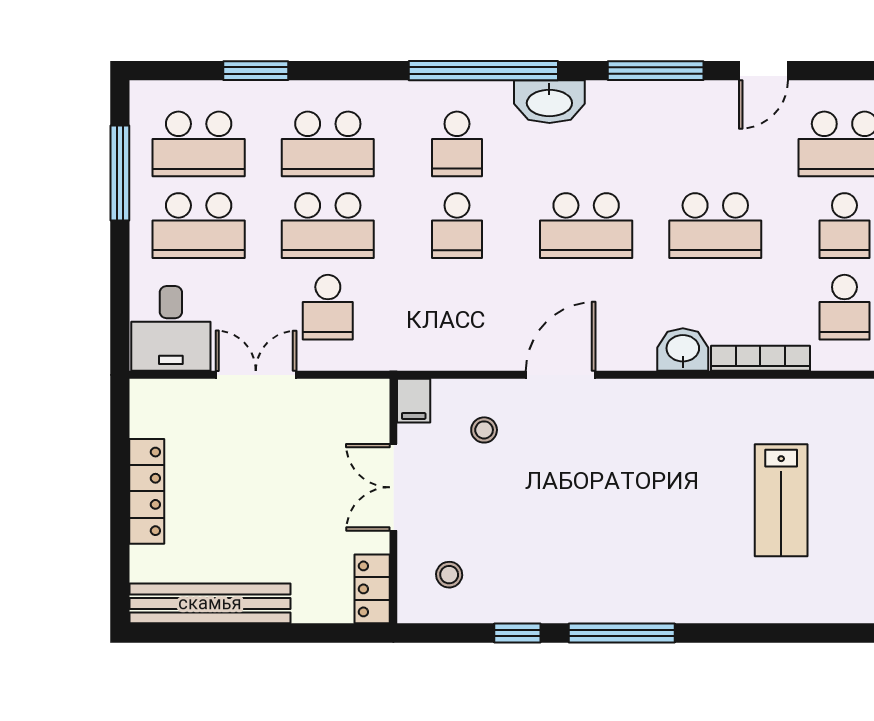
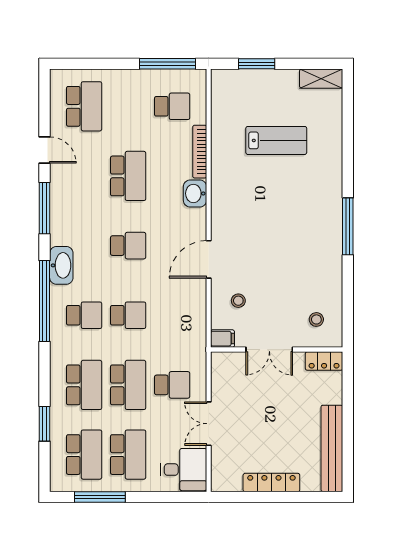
school desk: (586, 226) -> (128, 246), width x0.54
school desk: (844, 226) -> (128, 106), removed
door: (561, 375) -> (209, 259), hinge flipped
window: (517, 633) -> (348, 283), removed

